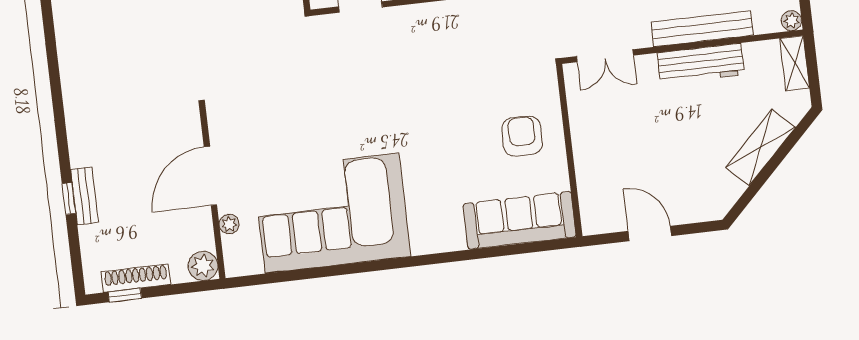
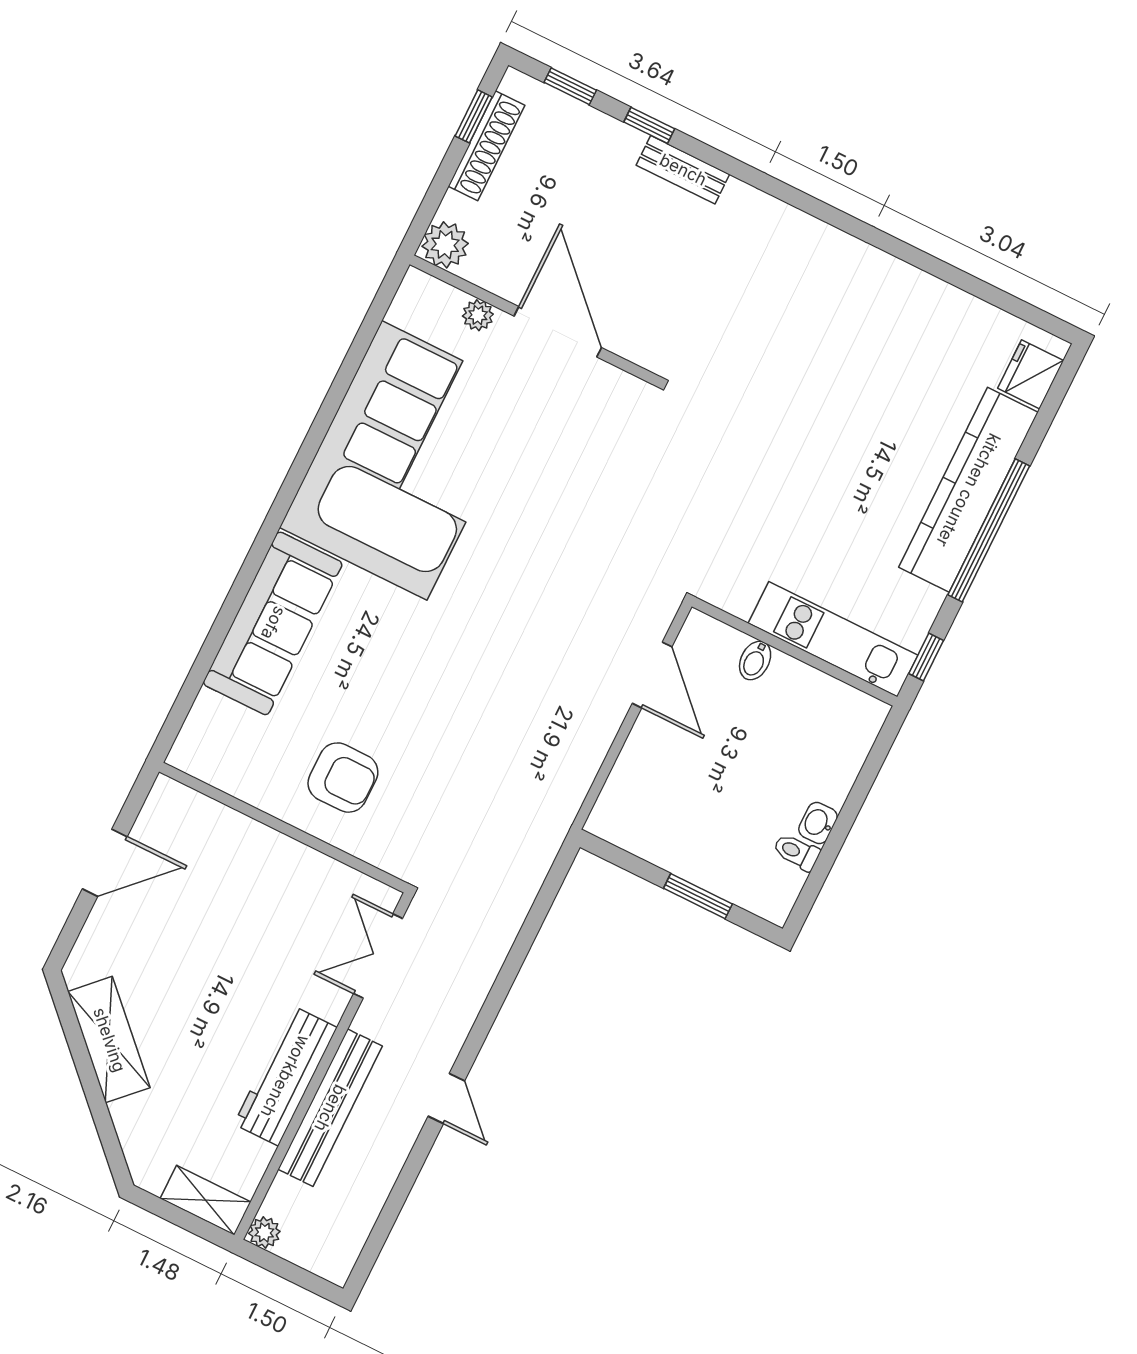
shelving: (761, 147) -> (109, 1040), moved
bench: (84, 196) -> (683, 170), moved
sofa: (520, 220) -> (273, 623), moved
window: (75, 254) -> (570, 86), added

